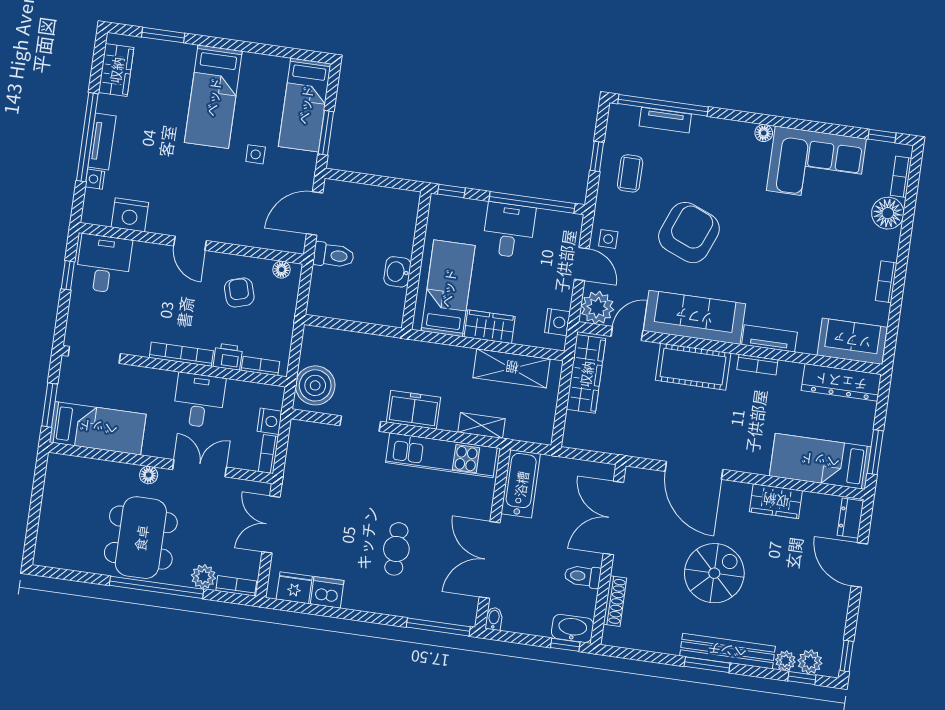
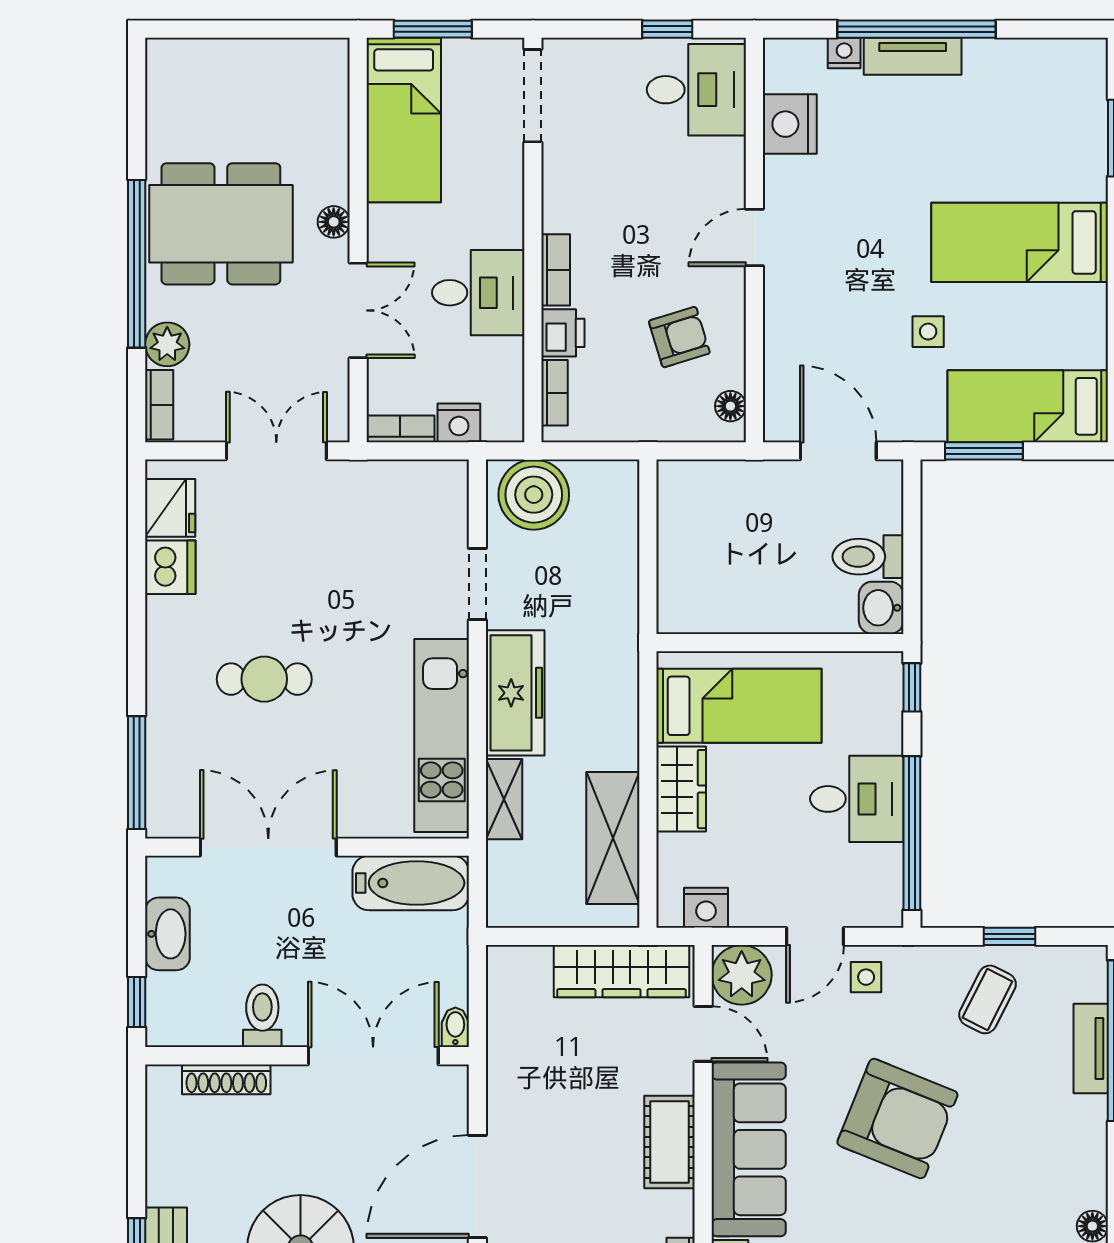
wardrobe: (116, 70) -> (1043, 64), removed
coffee table: (630, 173) -> (987, 999), turned -63
toilet: (334, 255) -> (868, 557), moved, turned 90
washbasin: (397, 272) -> (881, 608), moved, turned -90
bookcase: (181, 354) -> (556, 270), width x0.64
cot: (693, 367) -> (670, 1142), width x0.73, depth x0.75
freezer: (414, 410) -> (515, 693), width x1.40
bidet: (494, 619) -> (455, 1027), moved, turned -90
washbasin: (572, 628) -> (167, 934), moved

